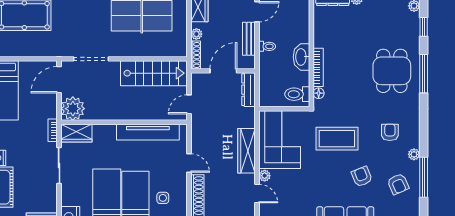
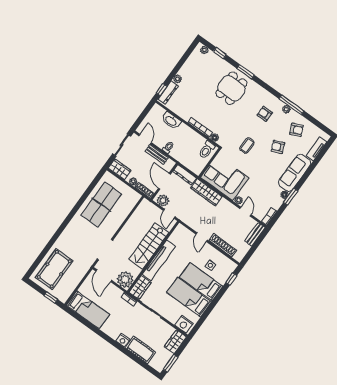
washbasin: (301, 57) -> (171, 121), moved
dining table: (392, 71) -> (231, 88), turned 90
stairs: (154, 73) -> (149, 246), moved, turned 180
window: (424, 74) -> (246, 72), width x0.69
plant: (199, 86) -> (163, 201), added
tv unit: (148, 132) -> (159, 260), moved
coffee table: (337, 139) -> (247, 146), width x0.54, depth x0.58
wardrobe: (246, 151) -> (206, 192), moved
door: (189, 163) -> (202, 237), swing flipped
window: (424, 177) -> (291, 105), moved
door: (257, 194) -> (245, 212), hinge flipped

